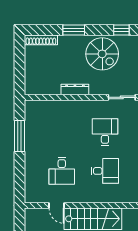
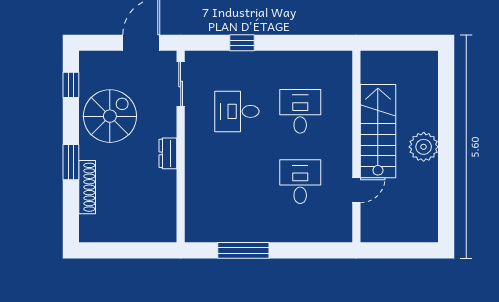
shoe rack: (41, 40) -> (87, 187), moved
dresser: (75, 90) -> (168, 153), width x0.70
desk: (62, 171) -> (300, 182), turned -90

